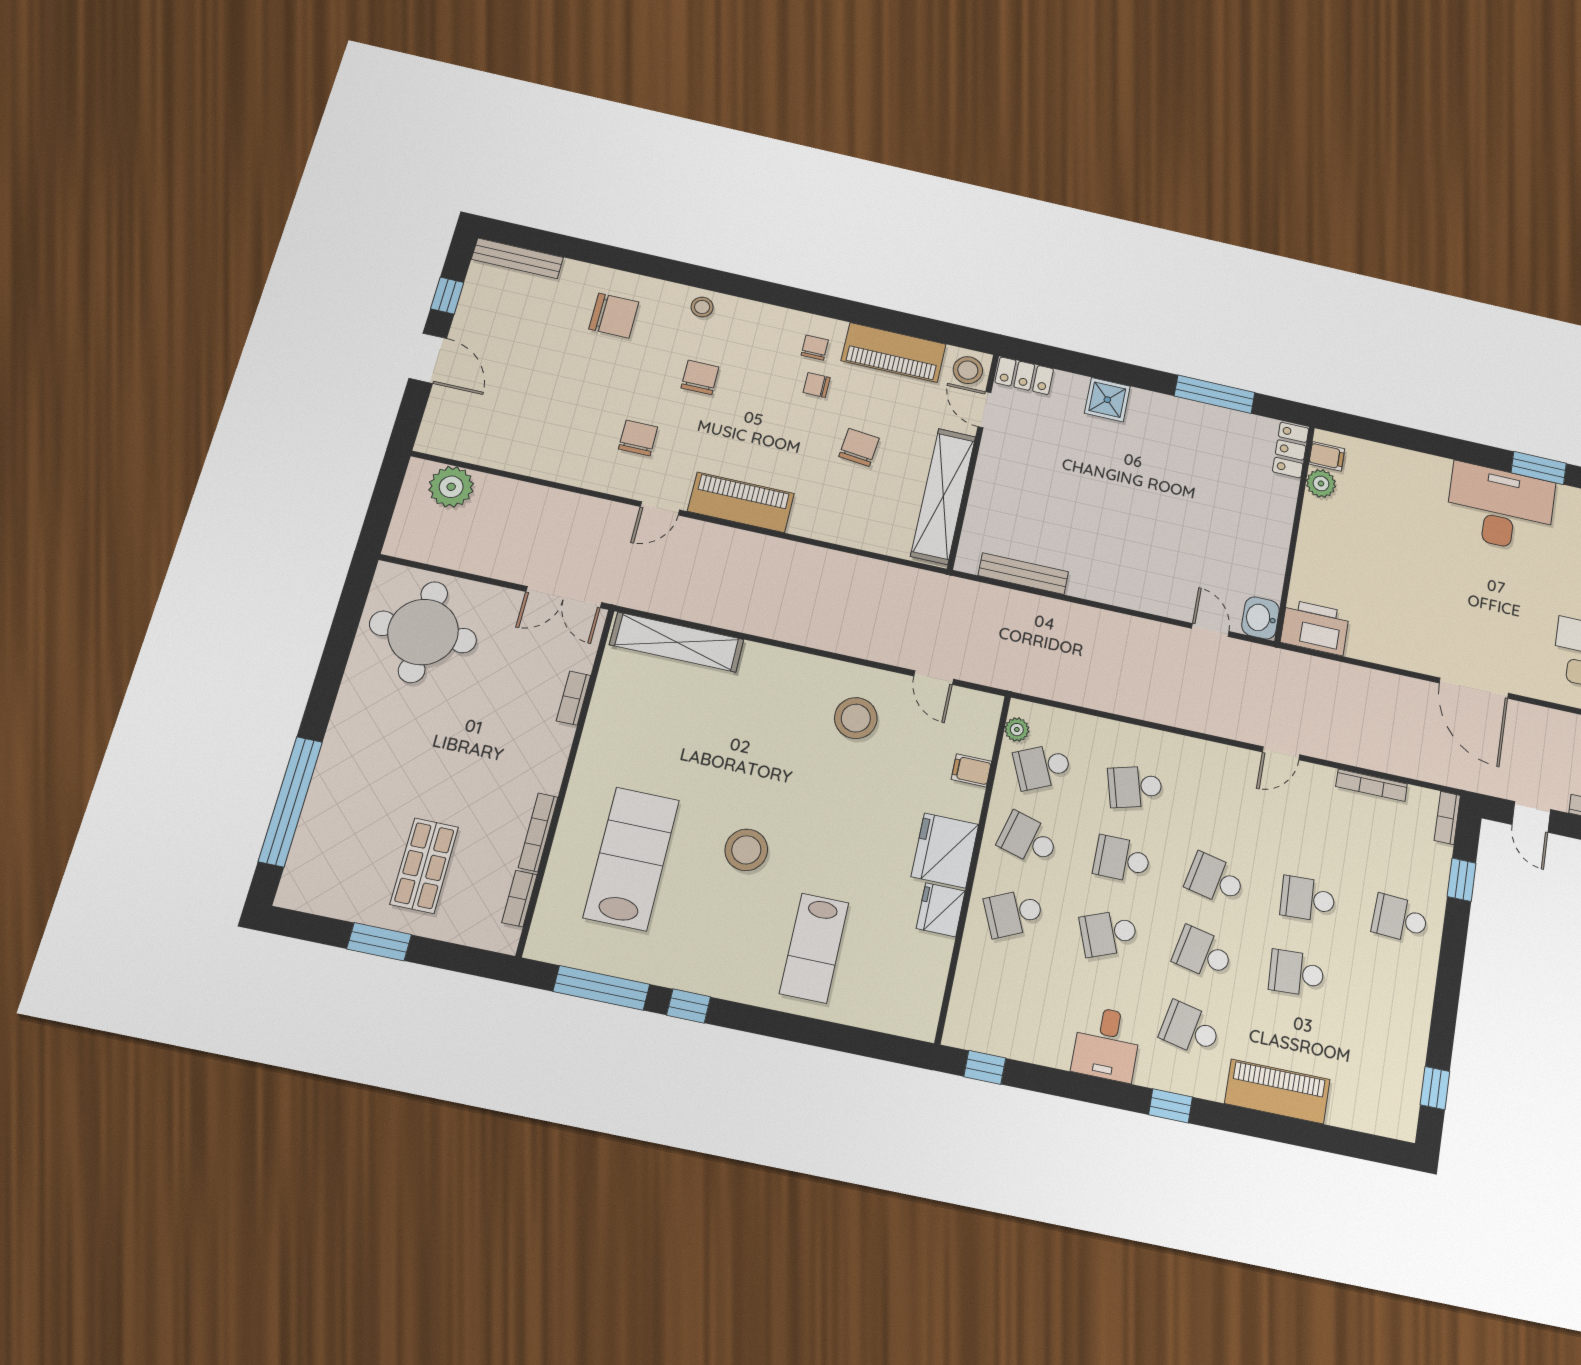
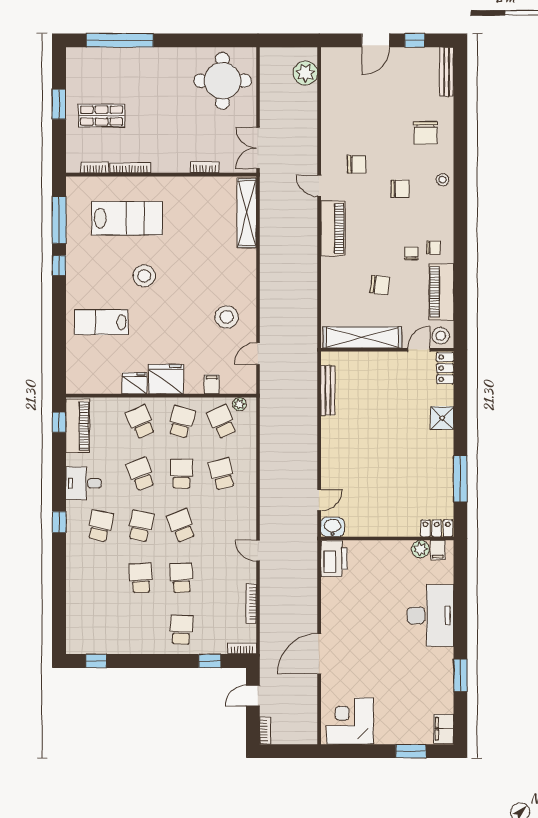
desk: (1500, 508) -> (430, 615), moved
school desk: (1215, 879) -> (181, 526), turned -33
piano: (1277, 1091) -> (78, 426), moved

